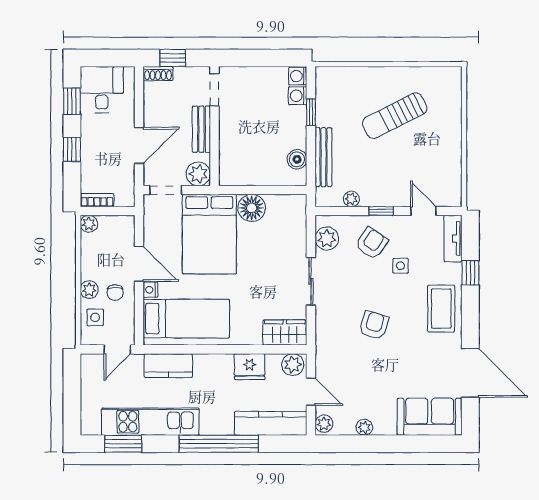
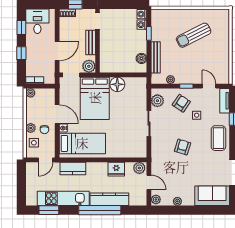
wardrobe: (285, 333) -> (135, 151), removed
kitchen counter: (271, 423) -> (109, 199), moved

